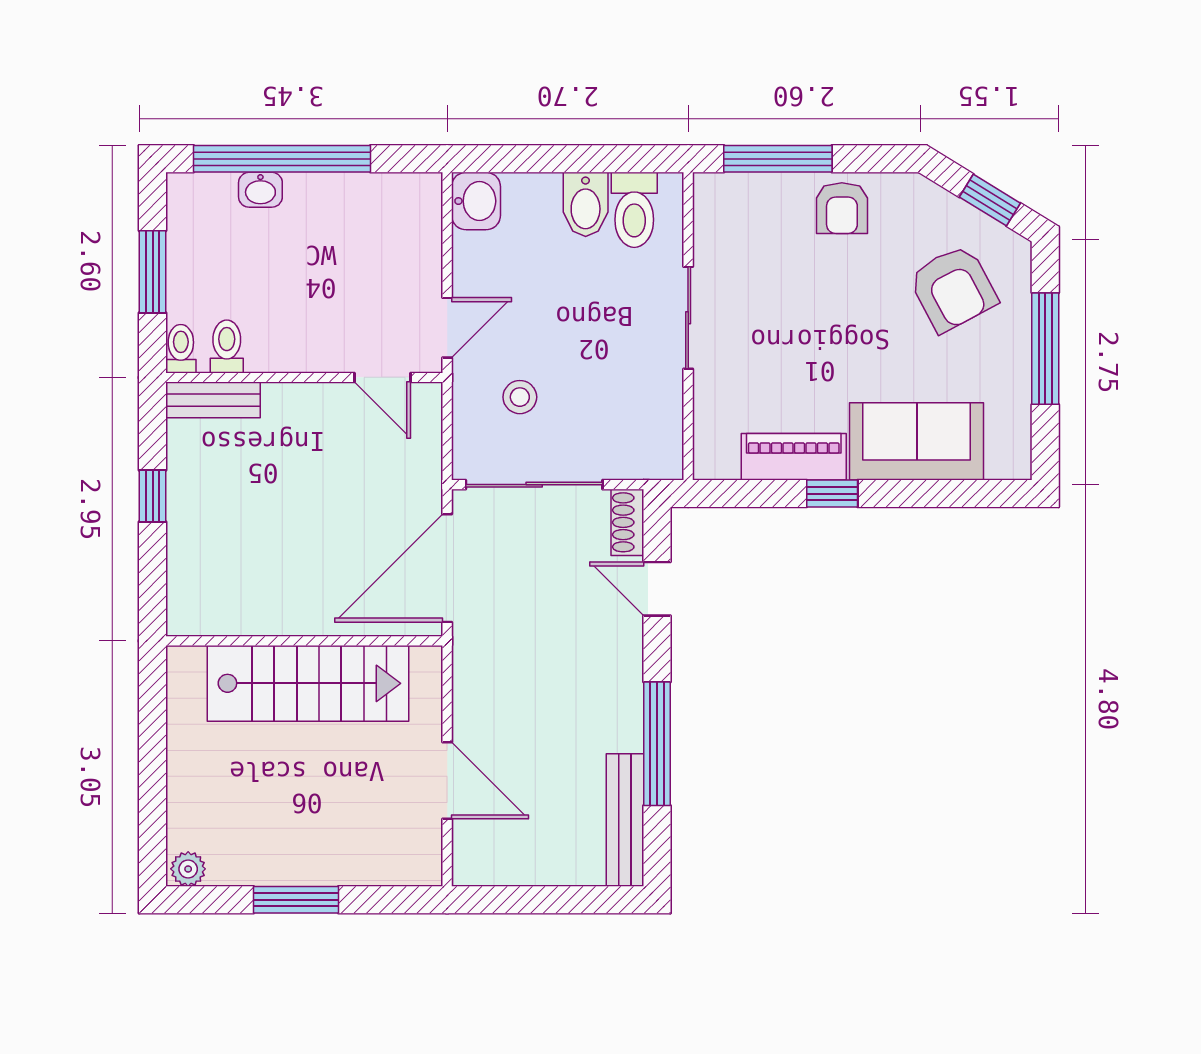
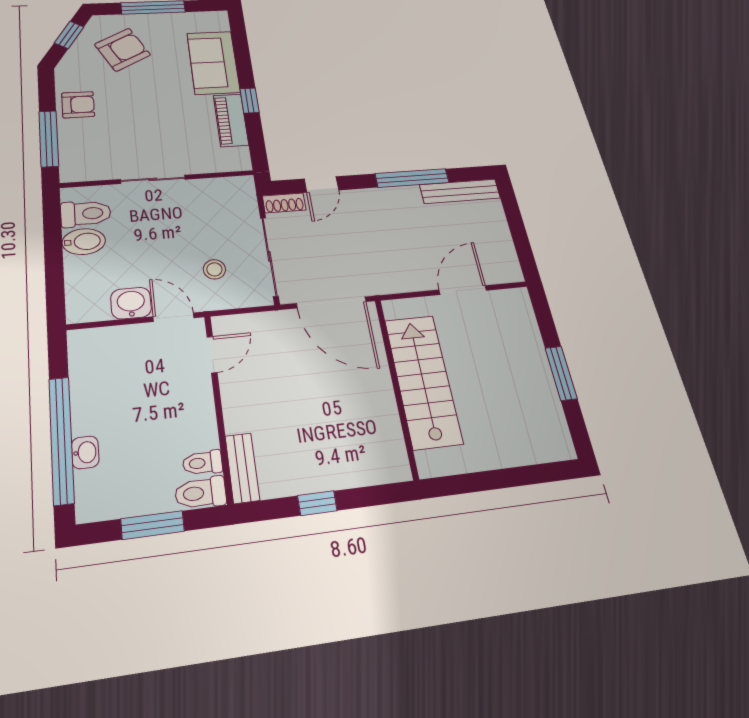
washbasin: (476, 201) -> (131, 303), moved
toilet: (181, 349) -> (201, 493), width x1.37, depth x1.39
plant: (188, 869) -> (563, 445), removed

